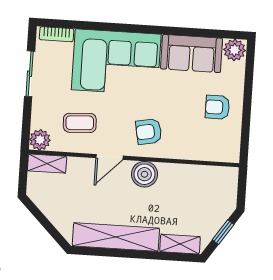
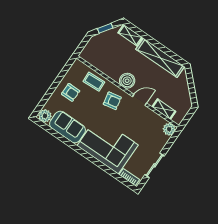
coffee table: (80, 123) -> (94, 82), moved
shelving: (47, 164) -> (164, 109), moved

